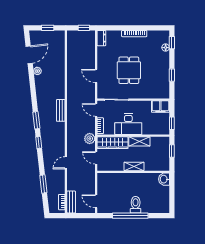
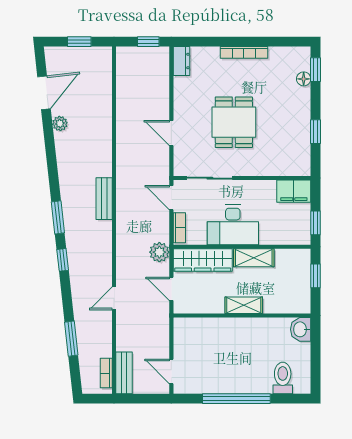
toilet: (136, 205) -> (283, 378), moved

